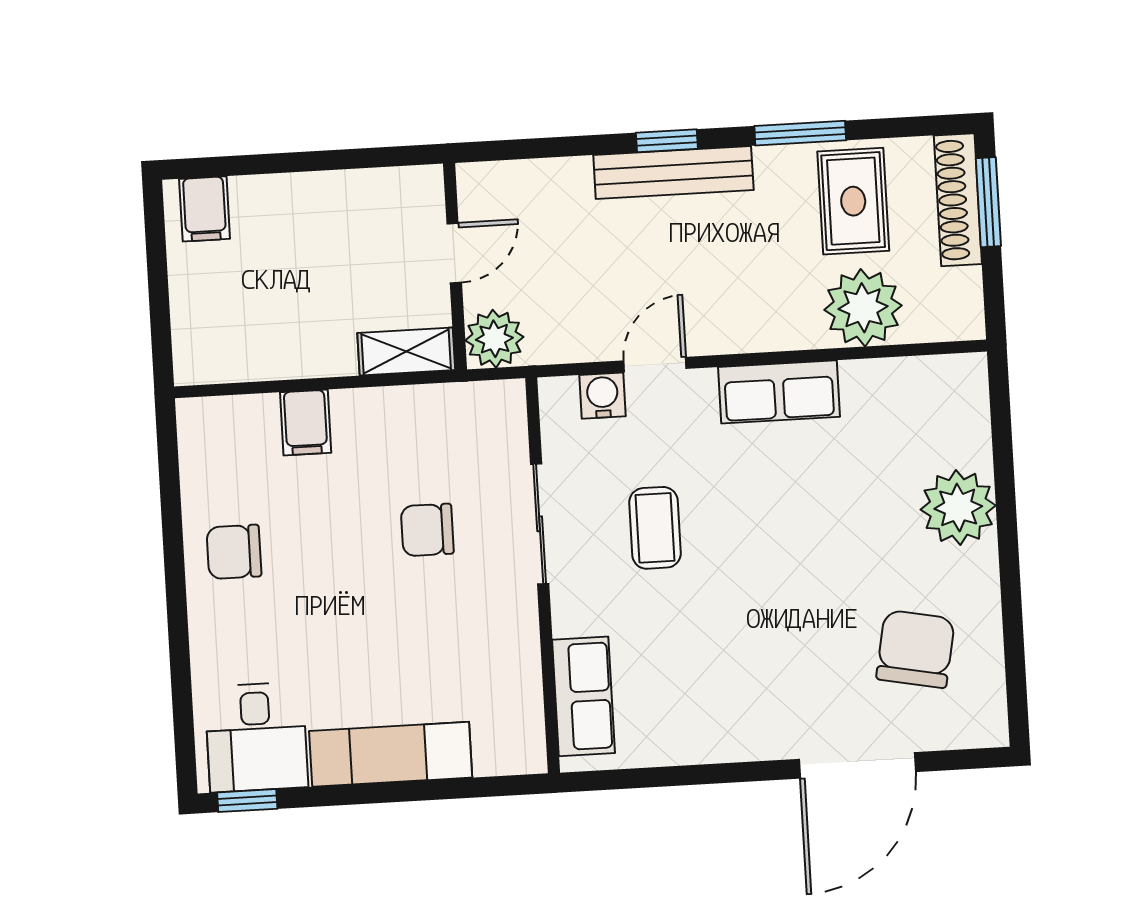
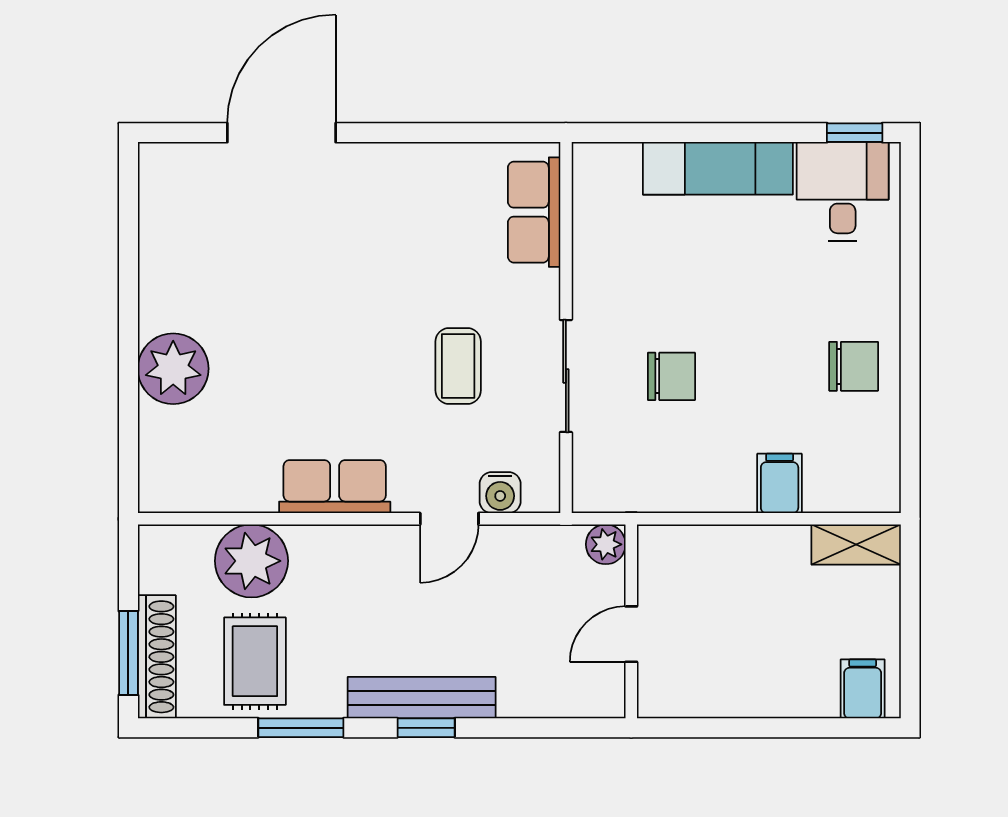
plant: (494, 339) -> (606, 544), width x0.73, depth x0.73
shelving: (406, 352) -> (856, 545), moved
chair: (916, 649) -> (221, 238), removed

